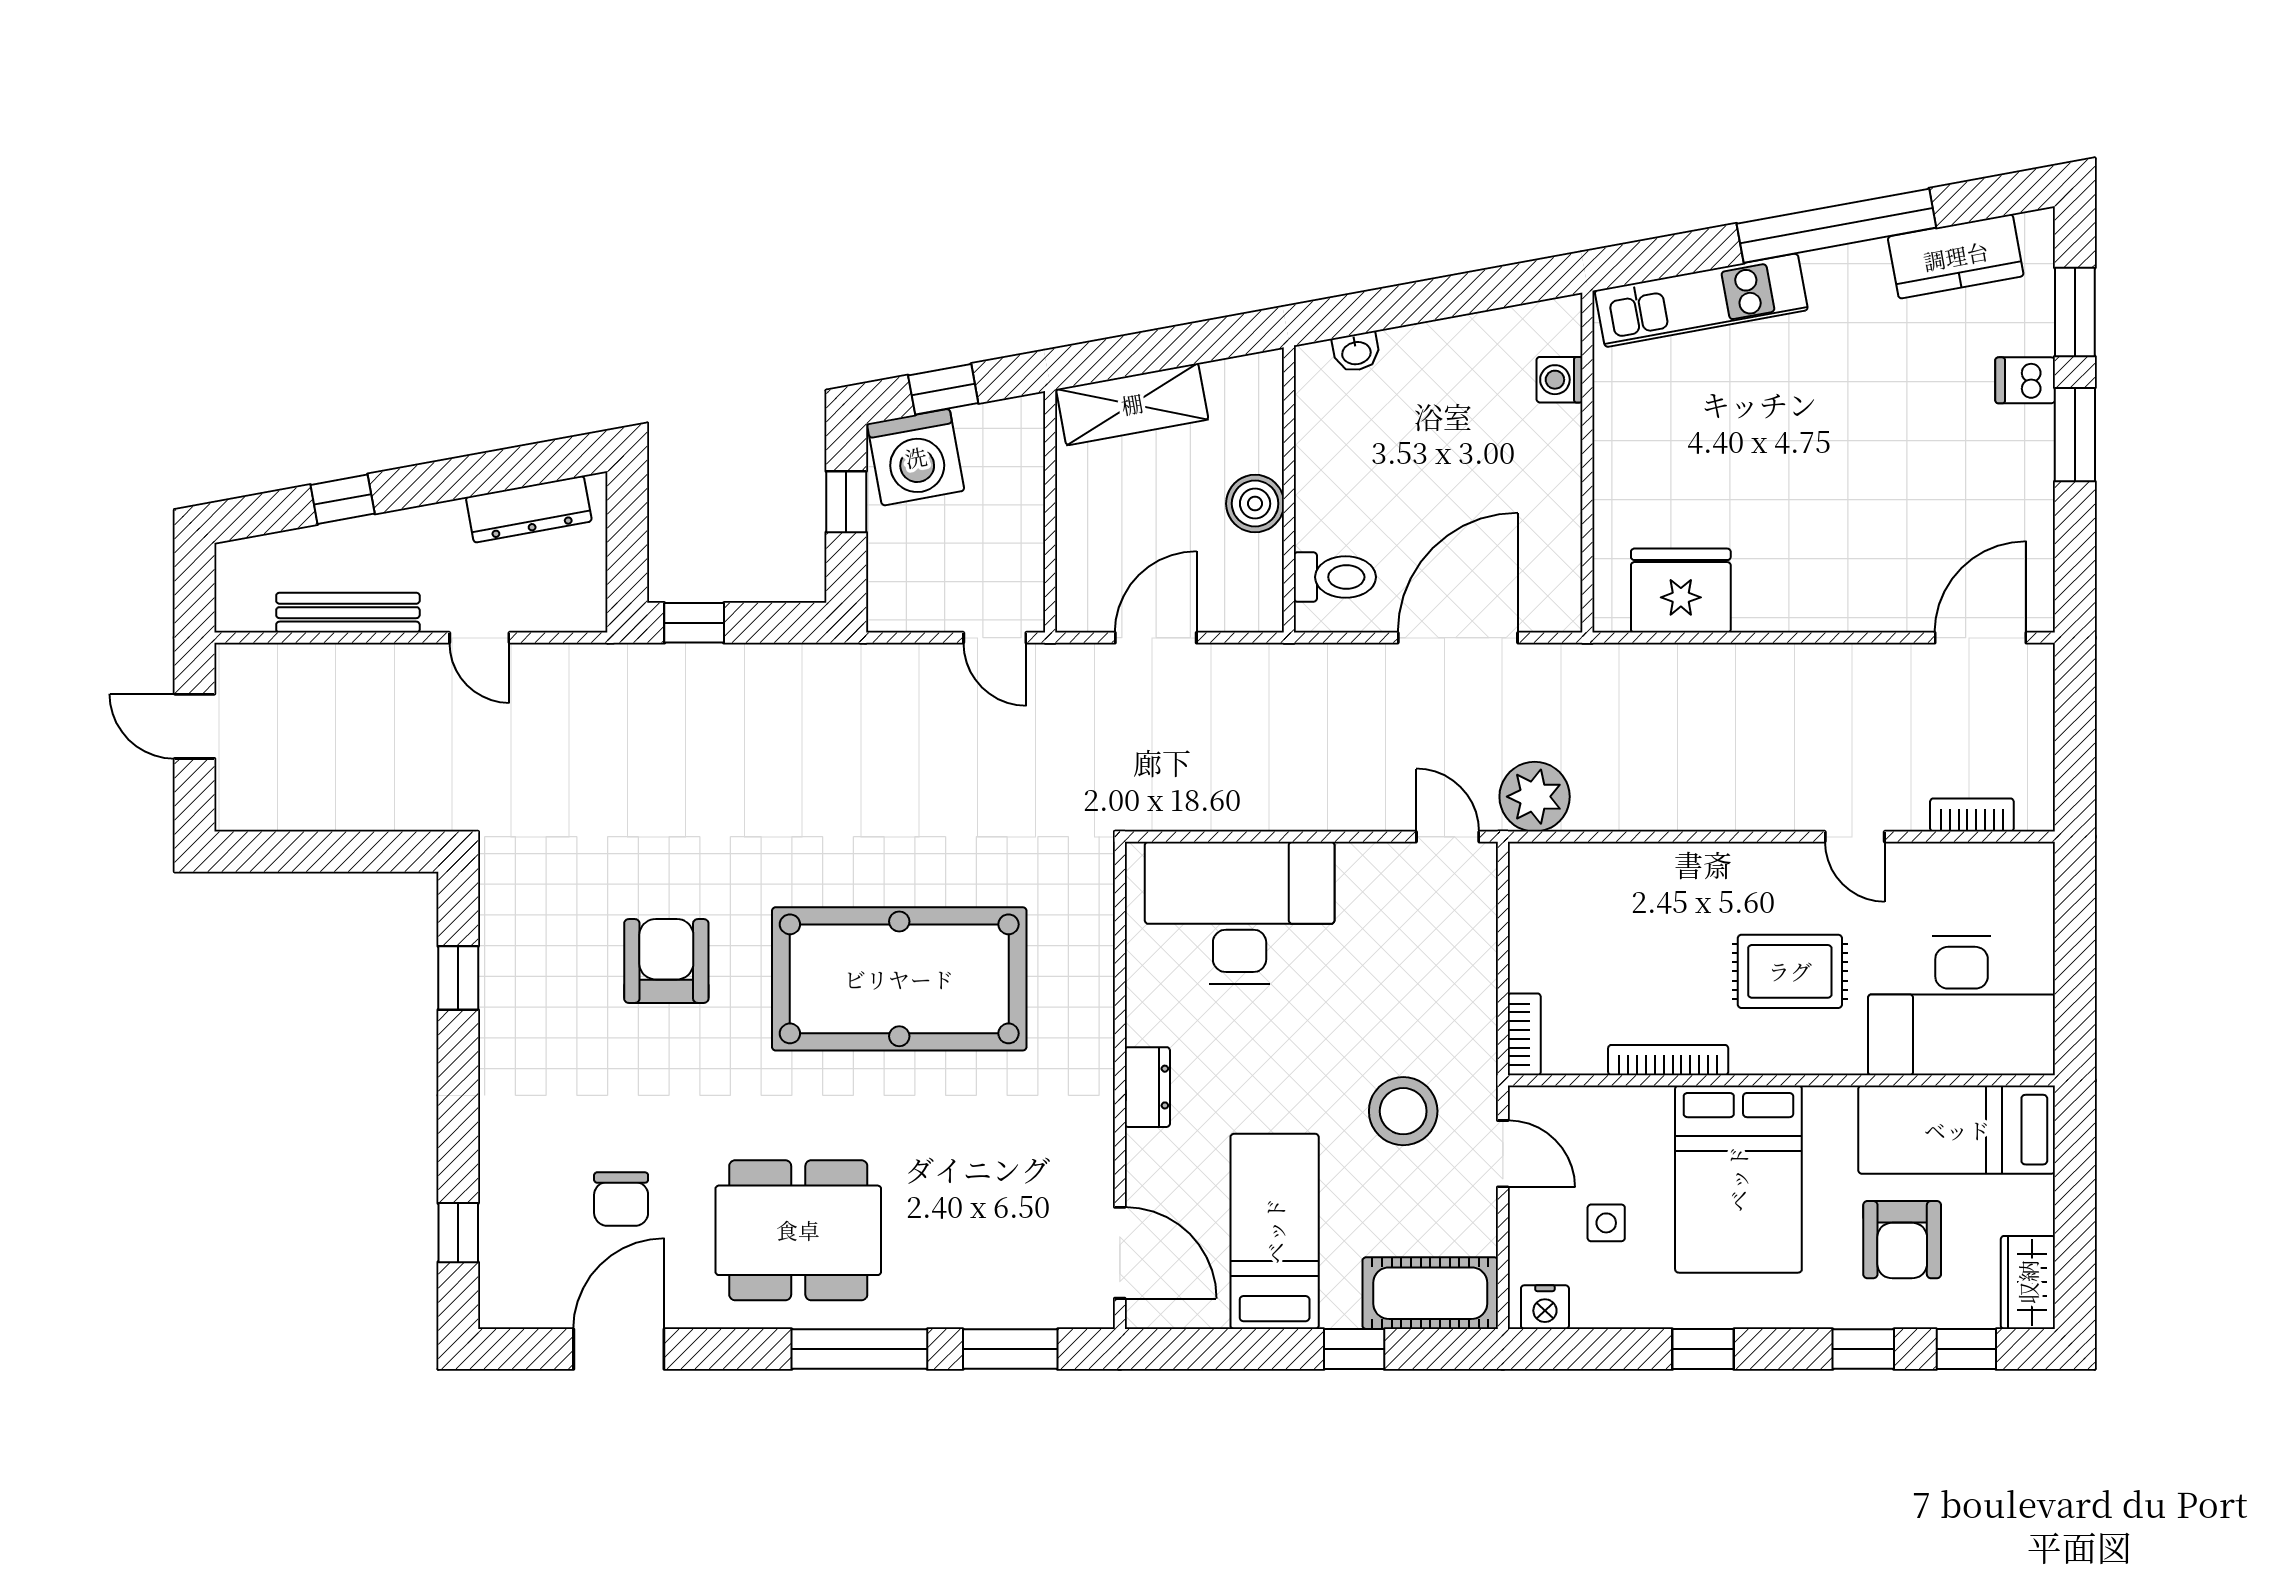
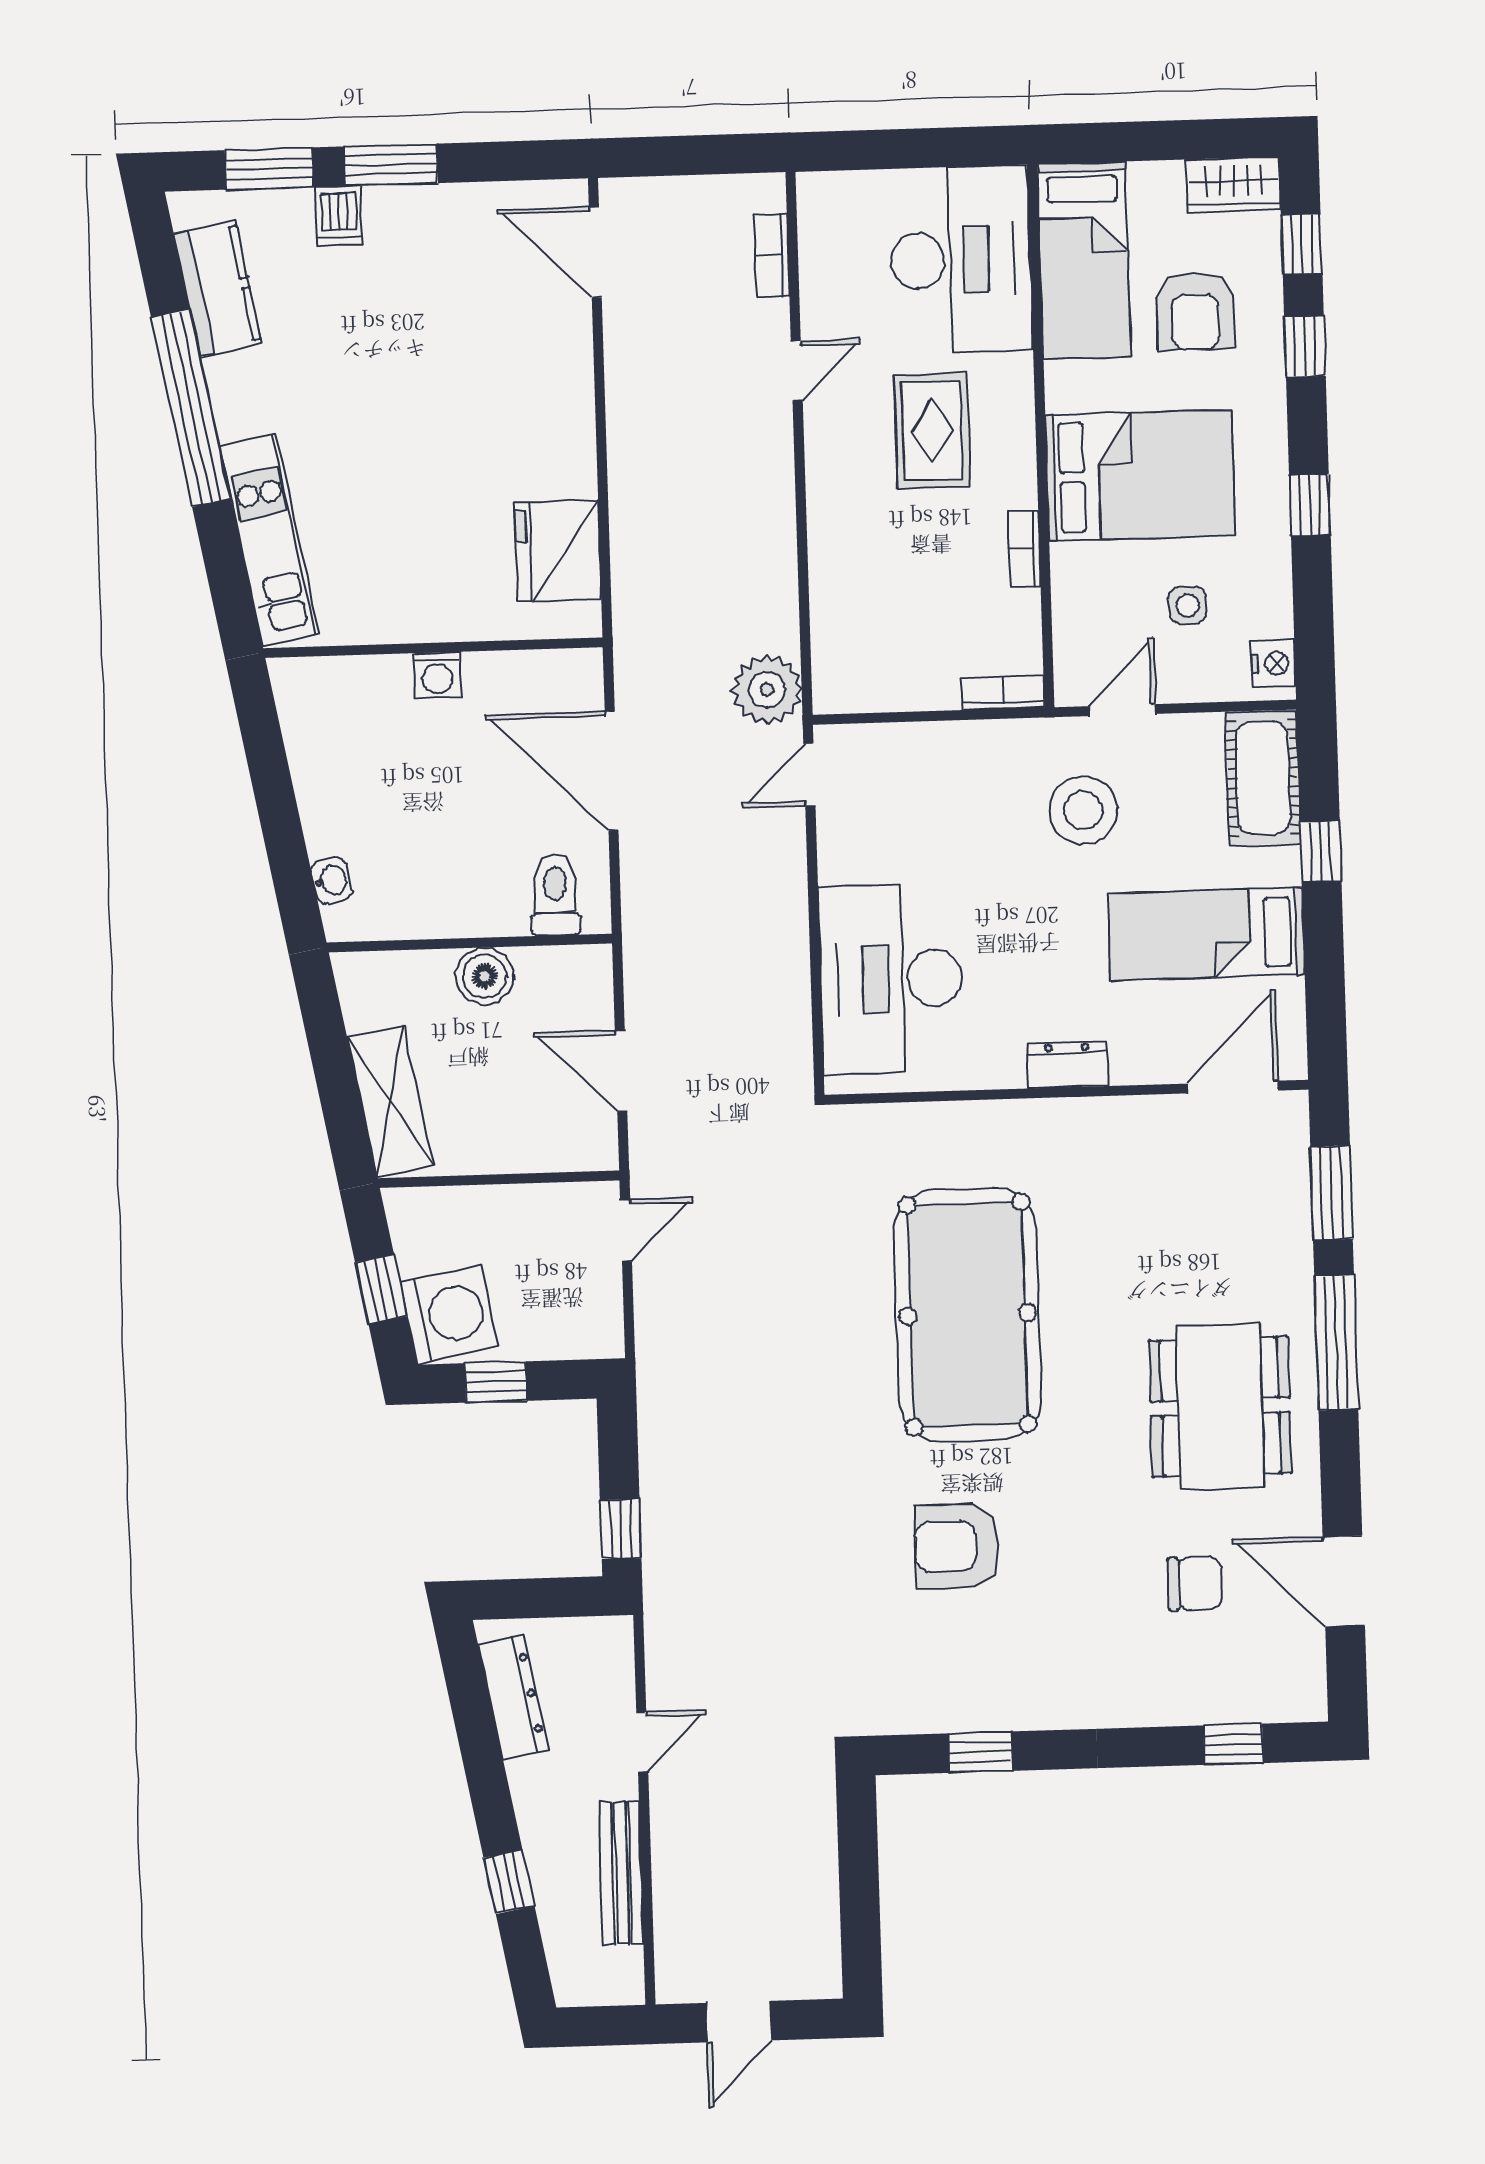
washing machine: (1559, 380) -> (437, 675), moved
bookcase: (1668, 1060) -> (1024, 549), width x0.64
armchair: (1902, 1240) -> (1195, 311), turned 90

